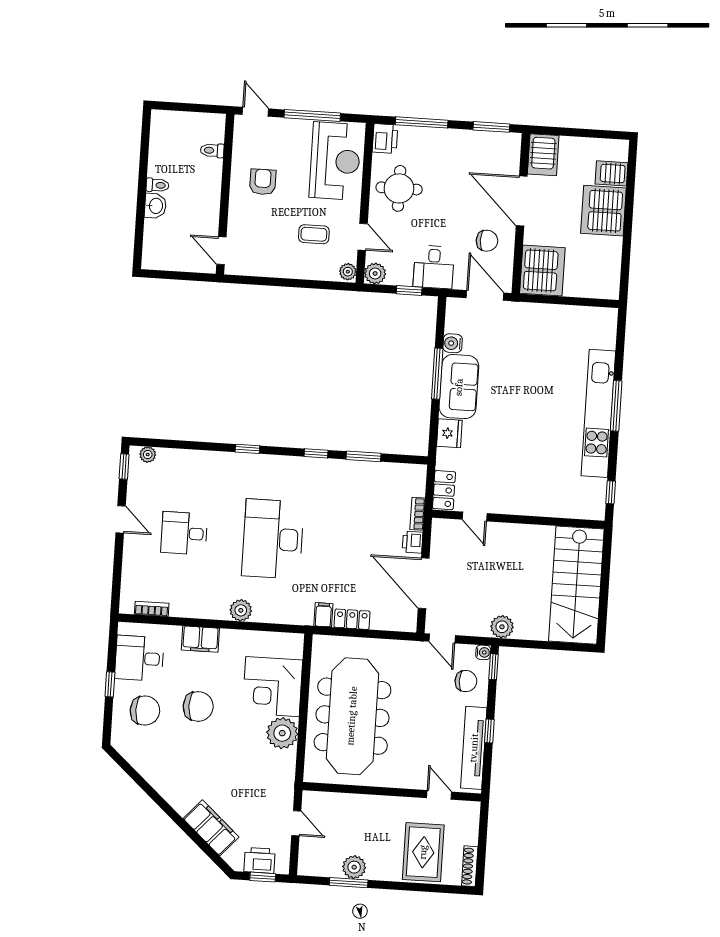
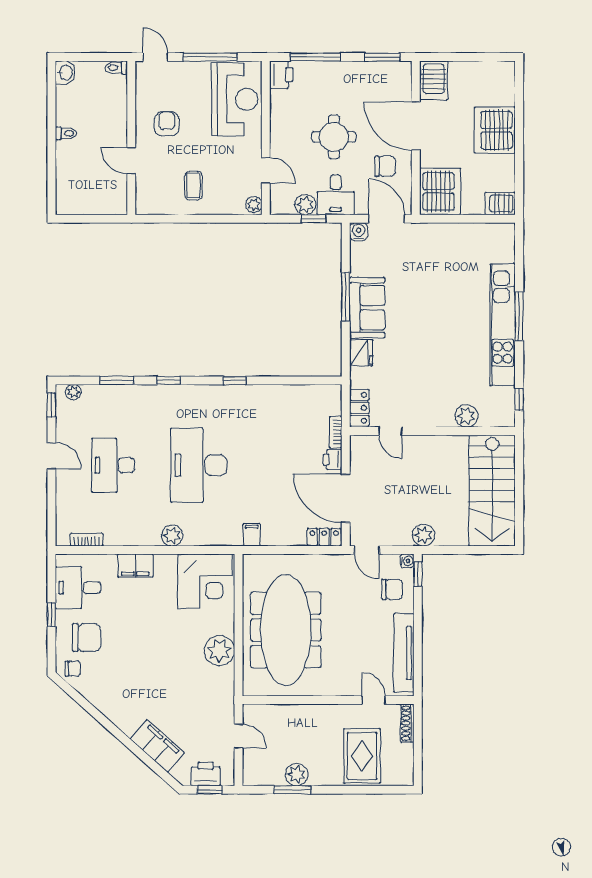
toilet: (212, 150) -> (116, 68), moved
server rack: (611, 173) -> (500, 203), moved
round table: (399, 188) -> (334, 137), moved
washbasin: (155, 206) -> (65, 73), moved
coffee table: (314, 234) -> (193, 186), moved, turned 90
door: (221, 251) -> (131, 161), moved
plant: (375, 273) -> (305, 205), moved
water cooler: (453, 343) -> (359, 232), moved, turned 90
window: (364, 456) -> (117, 380), moved
plant: (555, 506) -> (466, 416), added
desk: (184, 533) -> (113, 465), width x1.37
locker: (352, 619) -> (324, 537), moved
corner desk: (273, 687) -> (205, 581), moved, turned -90
chair: (198, 706) -> (73, 669), moved, width x0.54, depth x0.54
window: (489, 731) -> (418, 636), removed
shoe rack: (470, 866) -> (407, 723), moved

